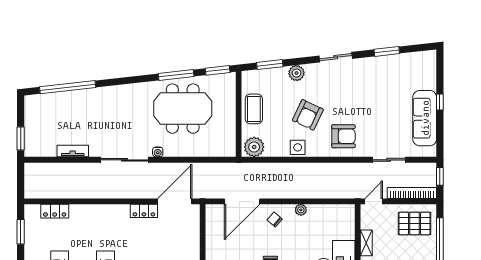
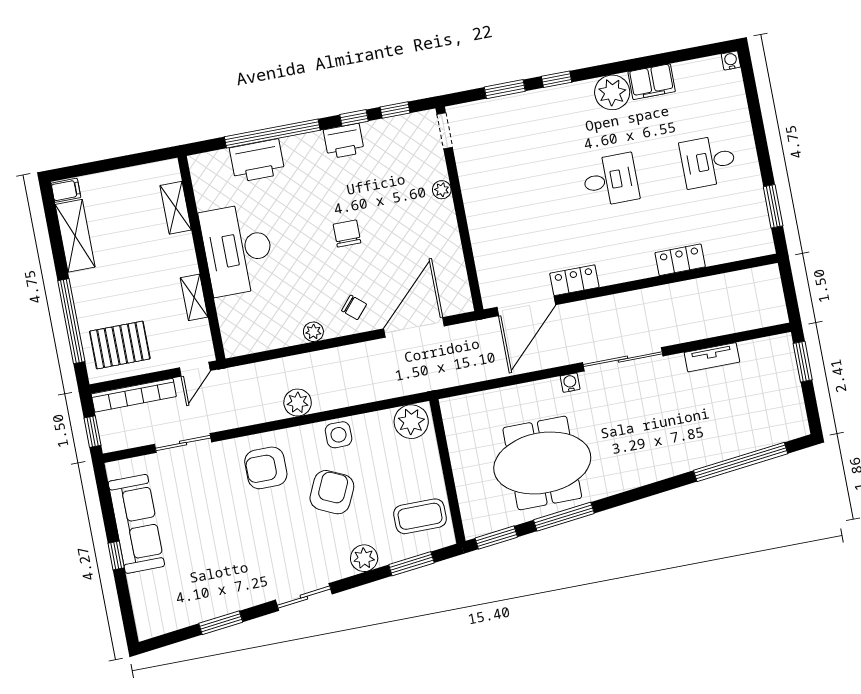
coffee table: (254, 109) -> (420, 516), moved, turned 90
plant: (318, 171) -> (298, 403), added
locker: (55, 211) -> (680, 260), moved

